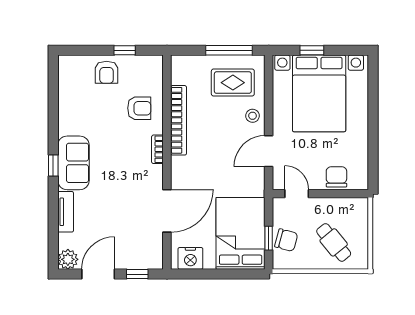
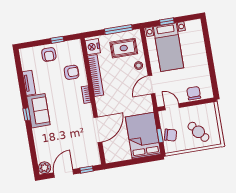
bed with nightstands: (319, 93) -> (168, 47), width x0.73
tv unit: (66, 212) -> (29, 83), moved
nightstand: (190, 258) -> (93, 47), moved, turned 90

